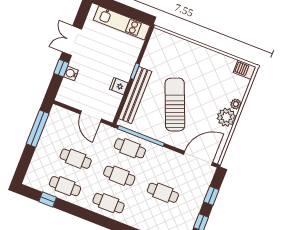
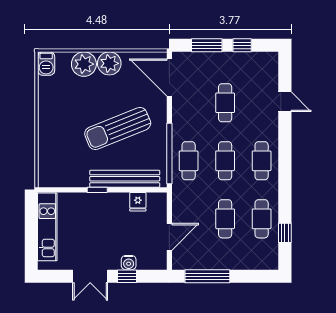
fridge: (119, 86) -> (138, 202), moved
plant: (236, 104) -> (84, 64), width x1.87, depth x1.87
door: (91, 116) -> (169, 237), moved
window: (211, 196) -> (207, 45), width x1.50

